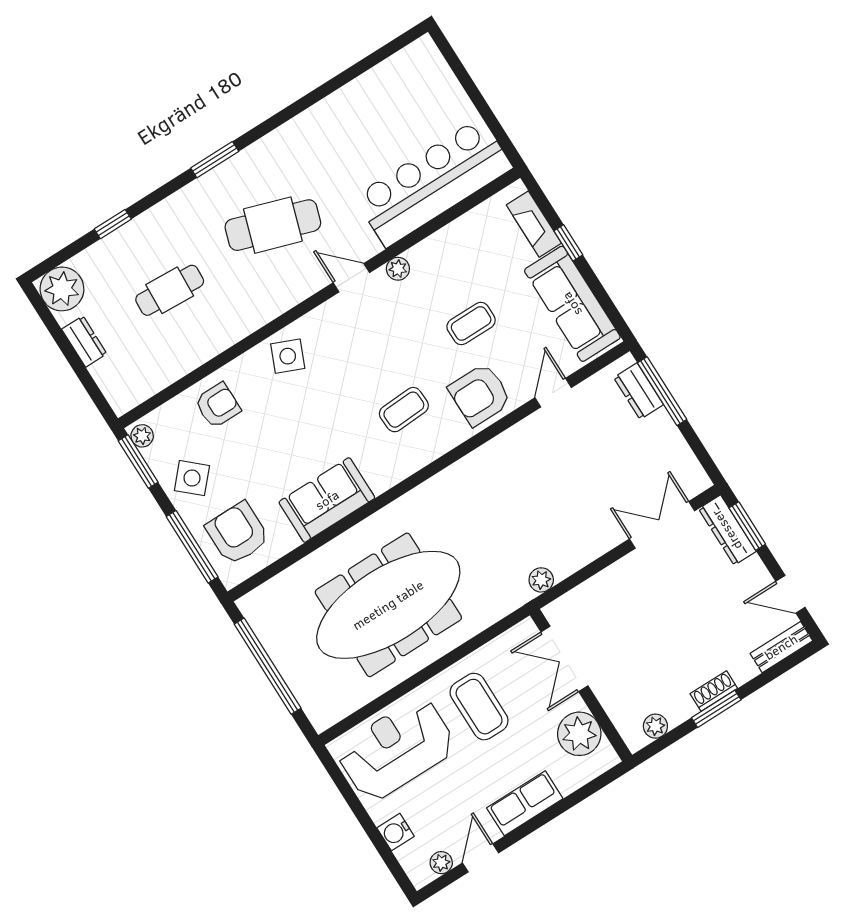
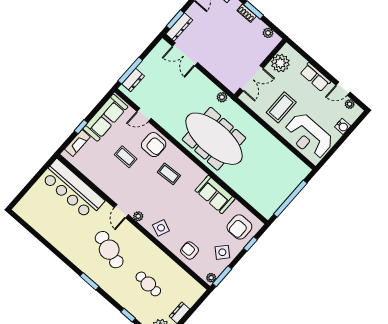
plant: (398, 269) -> (138, 216), moved
window: (192, 547) -> (250, 244), width x0.46
meeting table: (388, 605) -> (214, 139), moved

